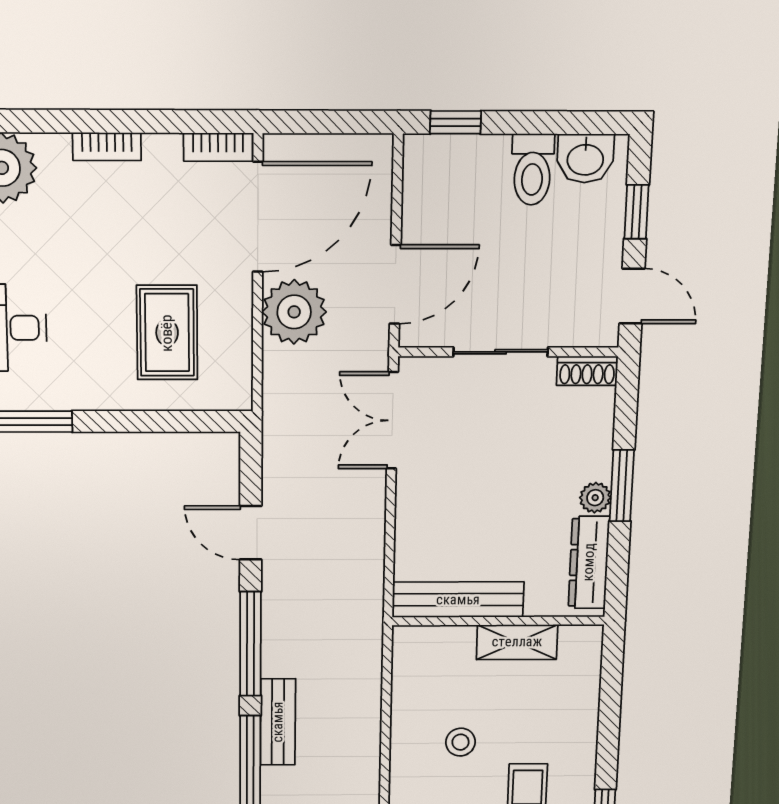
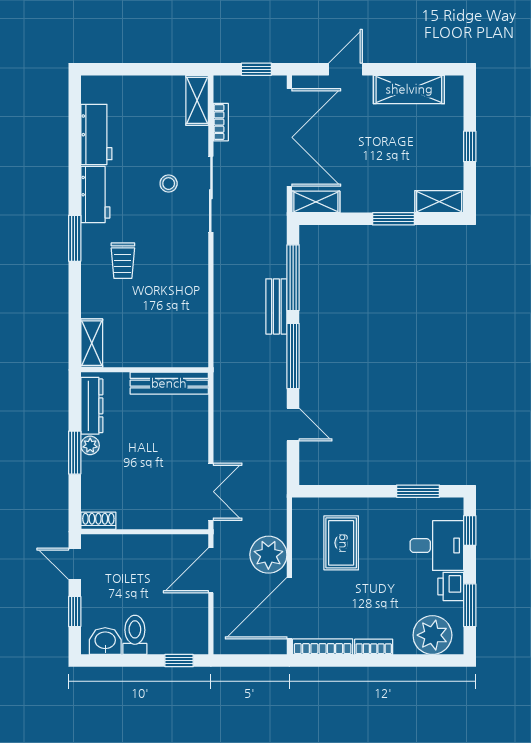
bookcase: (218, 147) -> (323, 647), width x1.56
sliding door: (501, 352) -> (149, 532), removed
shelving: (517, 642) -> (92, 343), moved, turned 90
stool: (461, 742) -> (165, 293), removed

